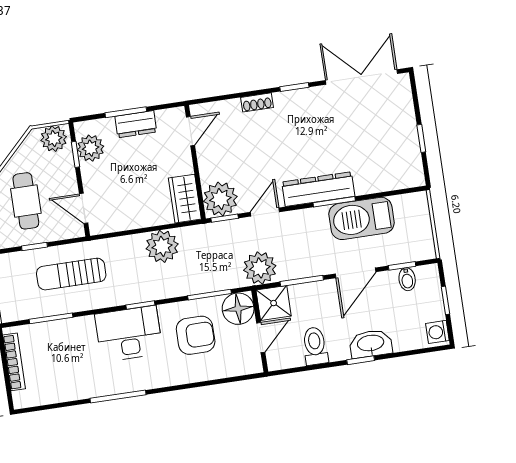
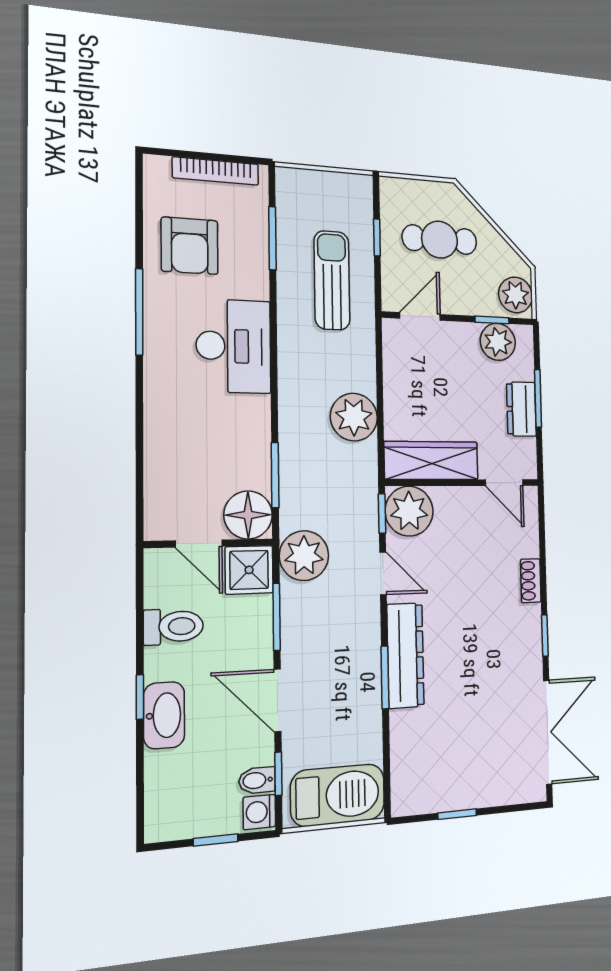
wardrobe: (185, 199) -> (431, 461), width x1.50
barbecue: (362, 218) -> (338, 795), moved, turned 90
window: (140, 305) -> (274, 371), removed
washing machine: (437, 332) -> (259, 812), moved, turned -90
armchair: (196, 335) -> (190, 246), moved

